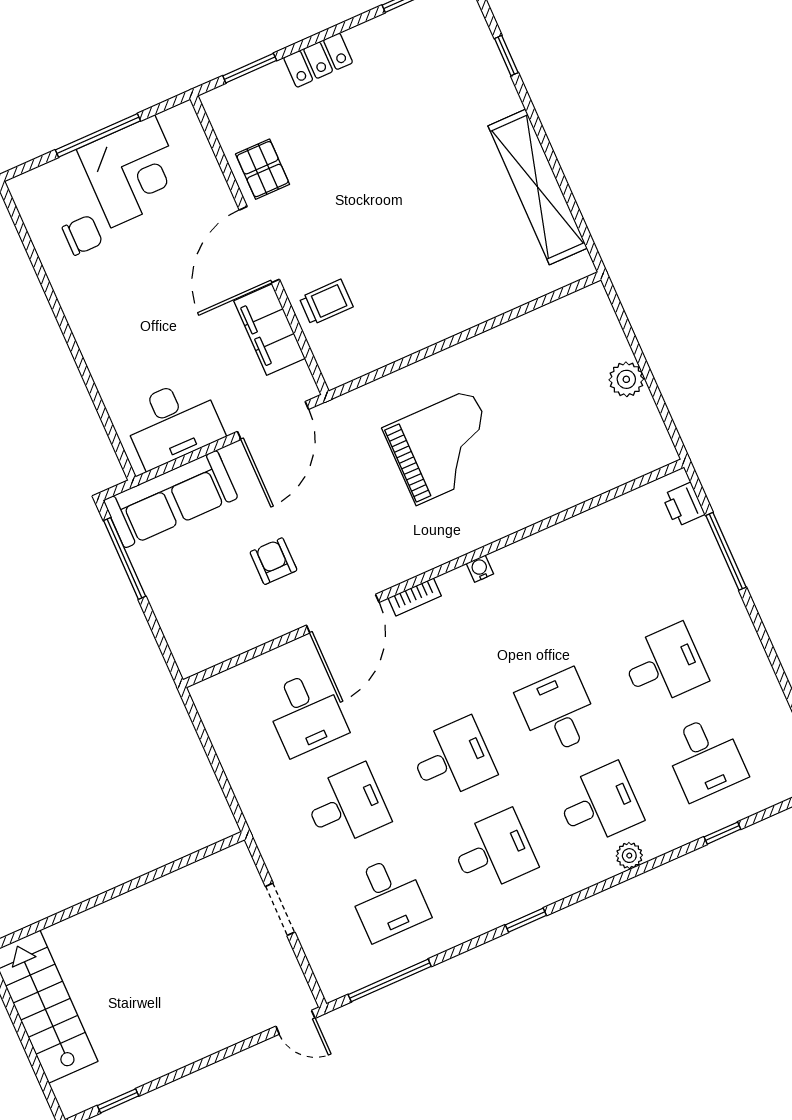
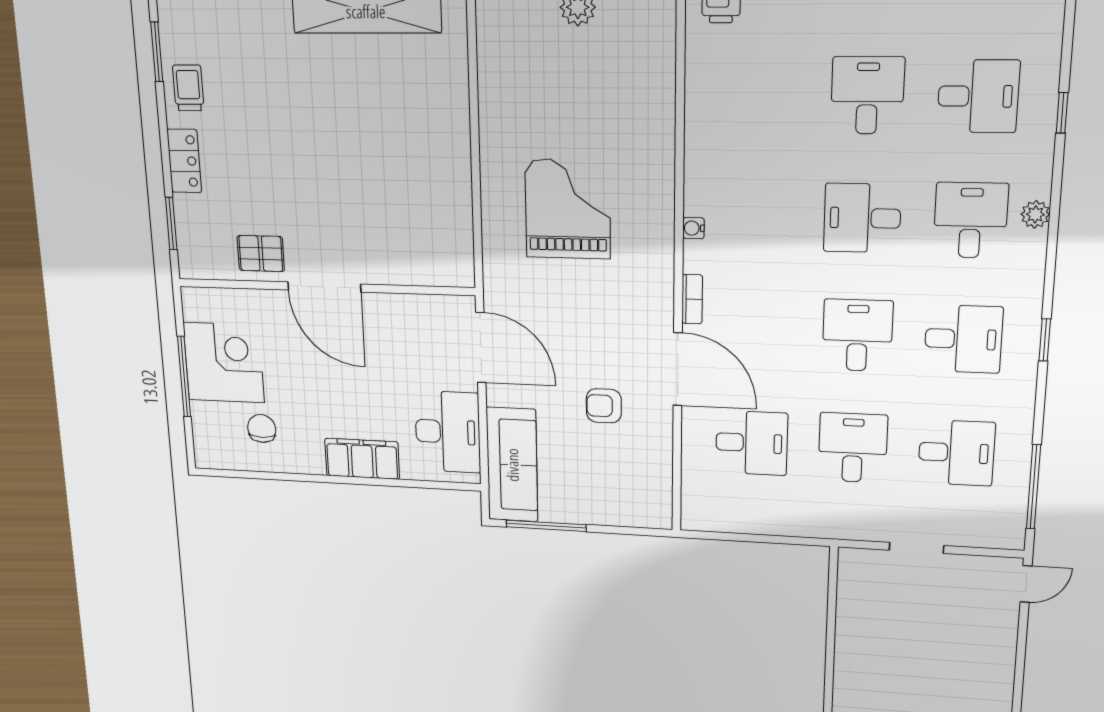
trolley: (326, 302) -> (188, 88), moved
filing cabinet: (270, 330) -> (362, 459), moved, turned 180
desk: (493, 851) -> (963, 339), turned 90

